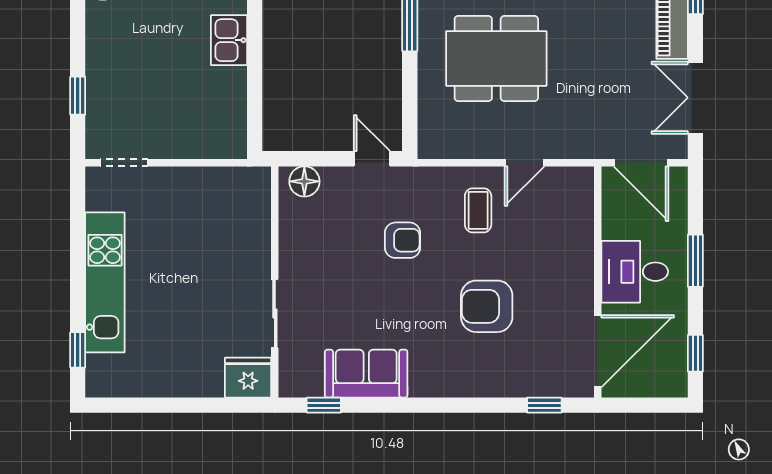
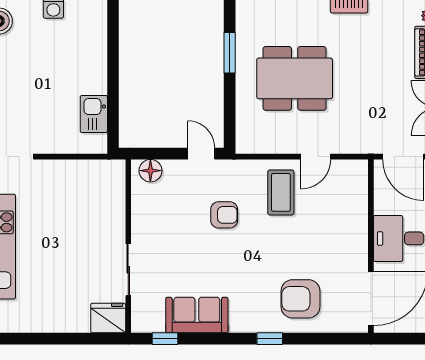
kitchen sink: (229, 40) -> (94, 114), moved
coffee table: (478, 210) -> (281, 192), width x1.36, depth x1.30
armchair: (487, 306) -> (301, 299), moved
window: (544, 405) -> (270, 339), moved

